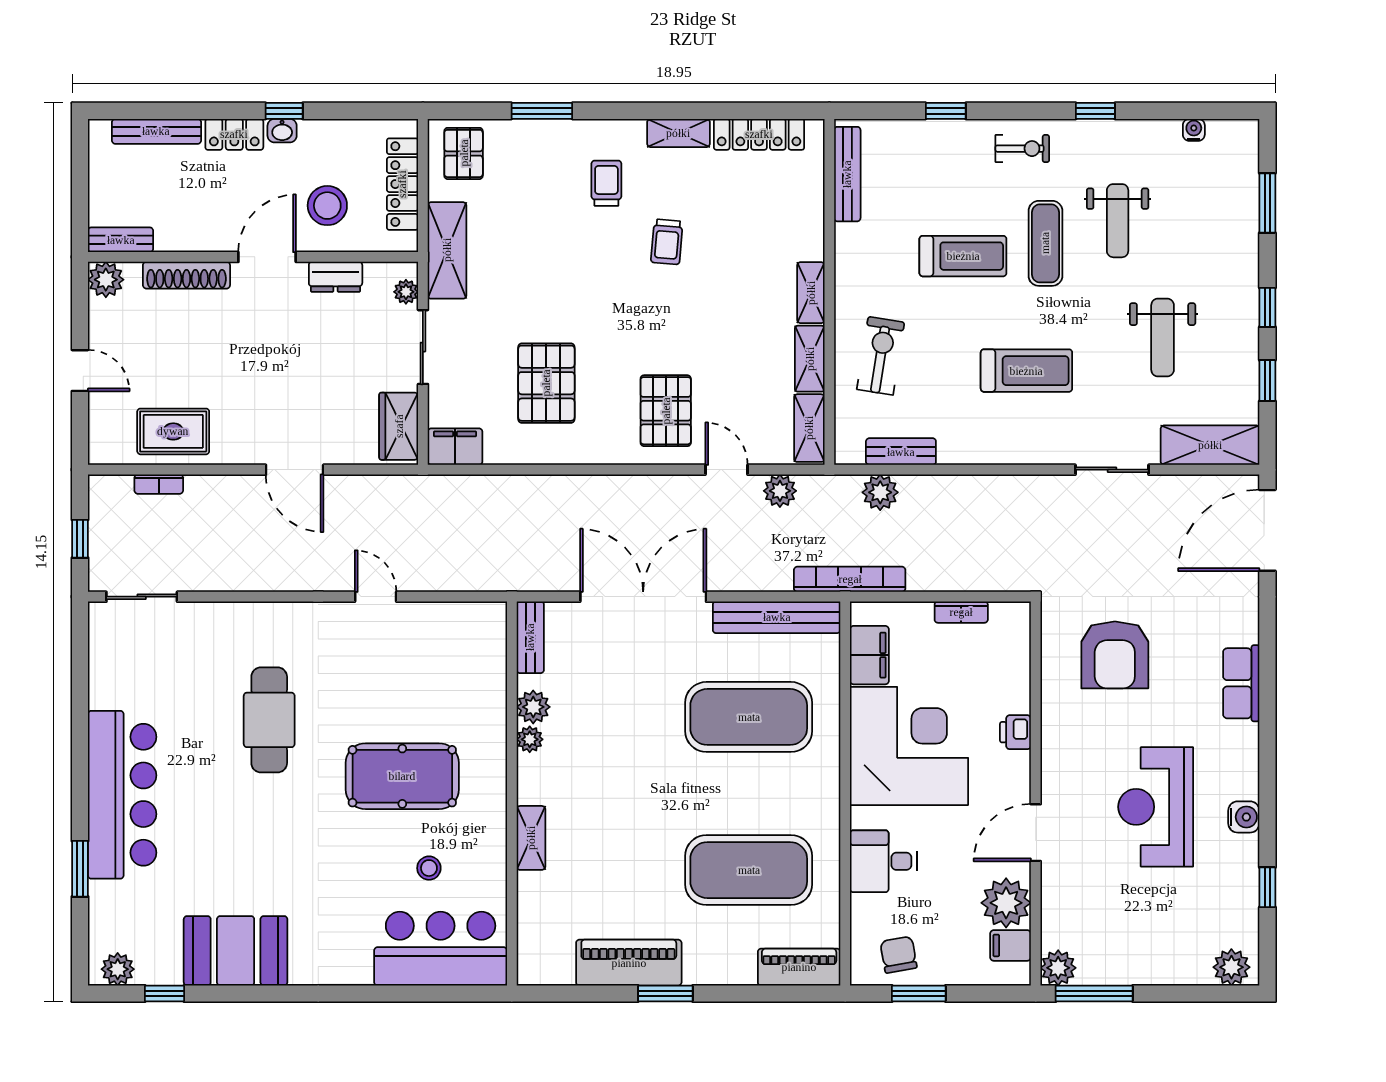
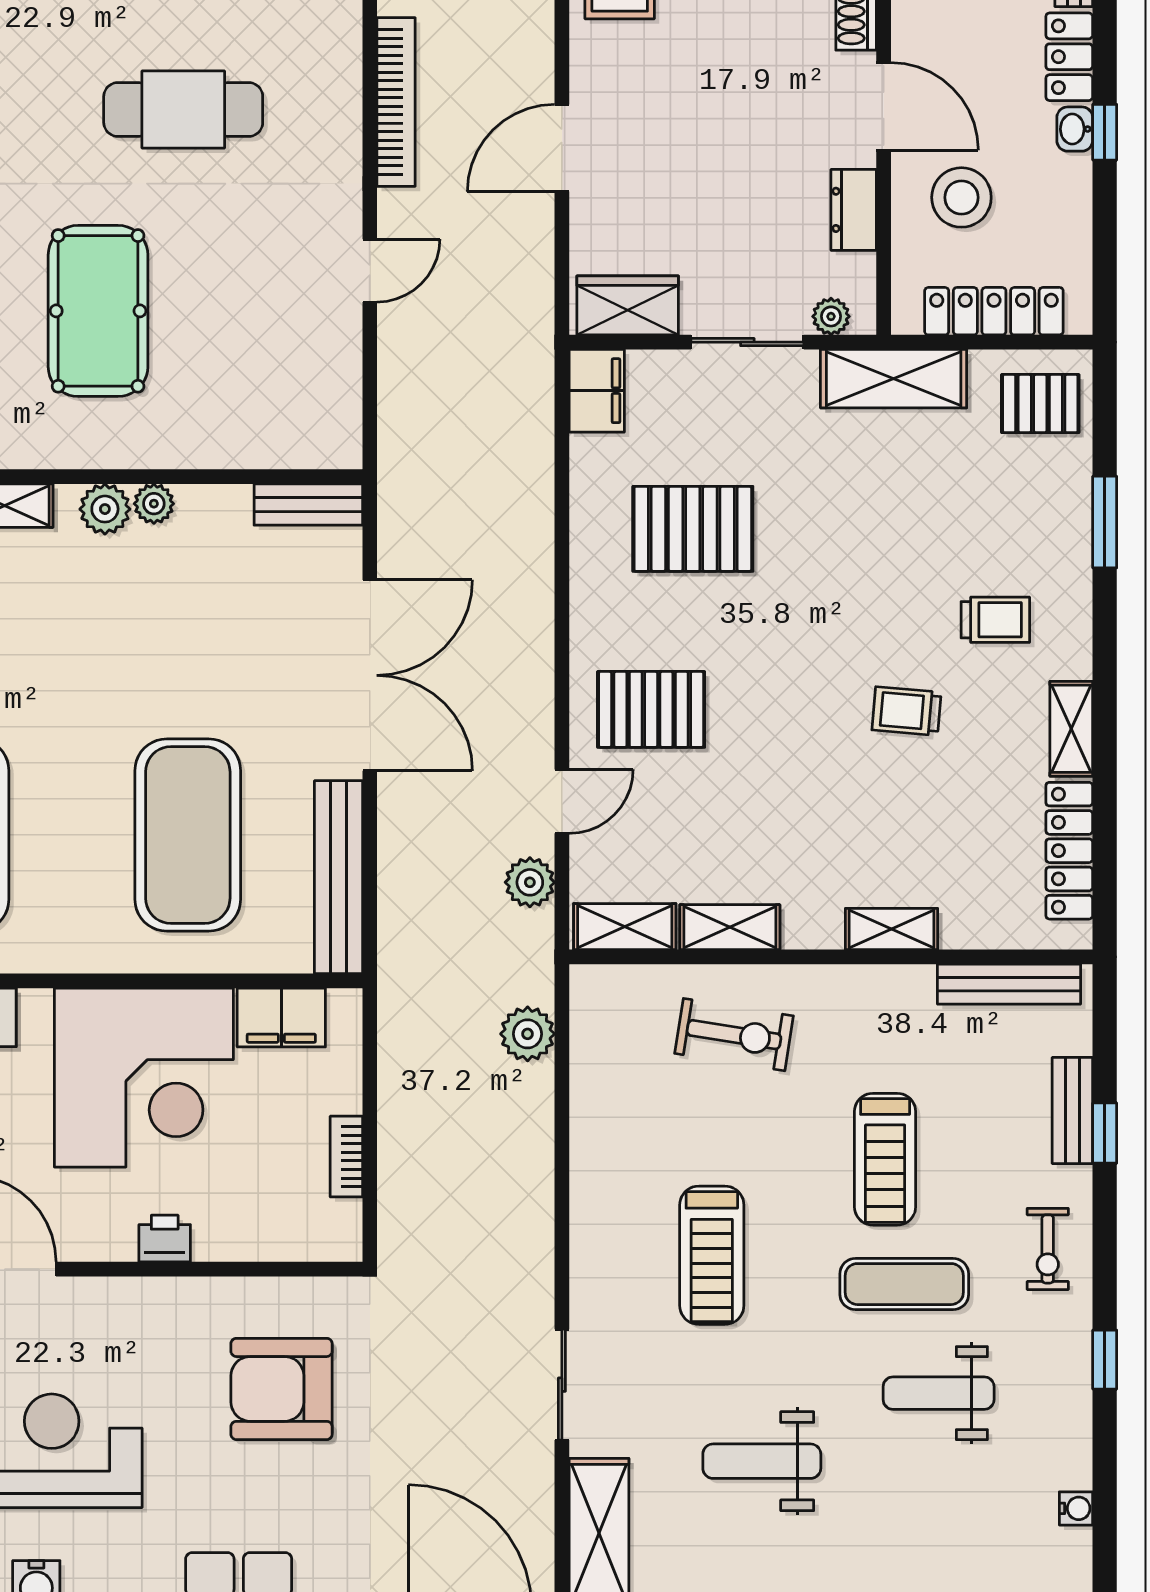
shelving: (811, 293) -> (891, 929), moved
bench: (901, 452) -> (1072, 1110), moved
bookcase: (850, 579) -> (396, 102), moved
plant: (533, 707) -> (105, 509), moved

